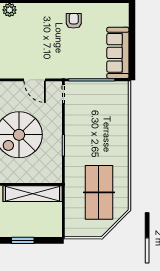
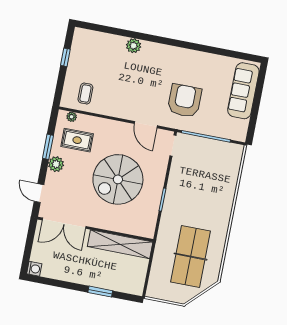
armchair: (74, 21) -> (185, 101), moved, width x1.88, depth x1.88
sofa: (118, 53) -> (243, 91), moved

